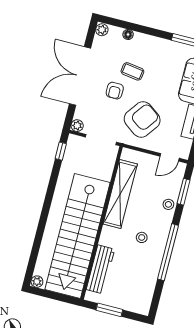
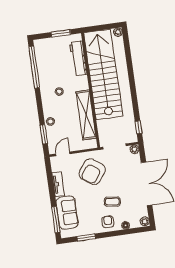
armchair: (115, 91) -> (108, 222), moved
window: (168, 252) -> (34, 67), moved

